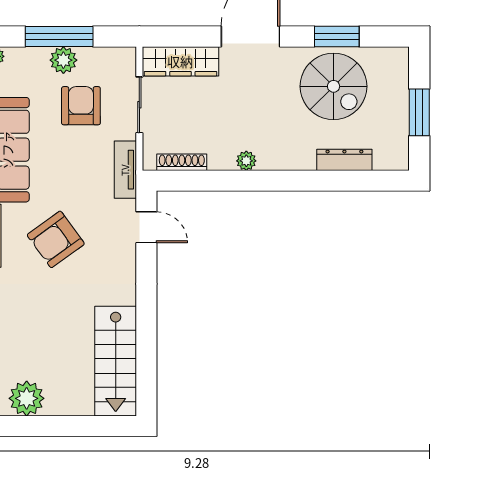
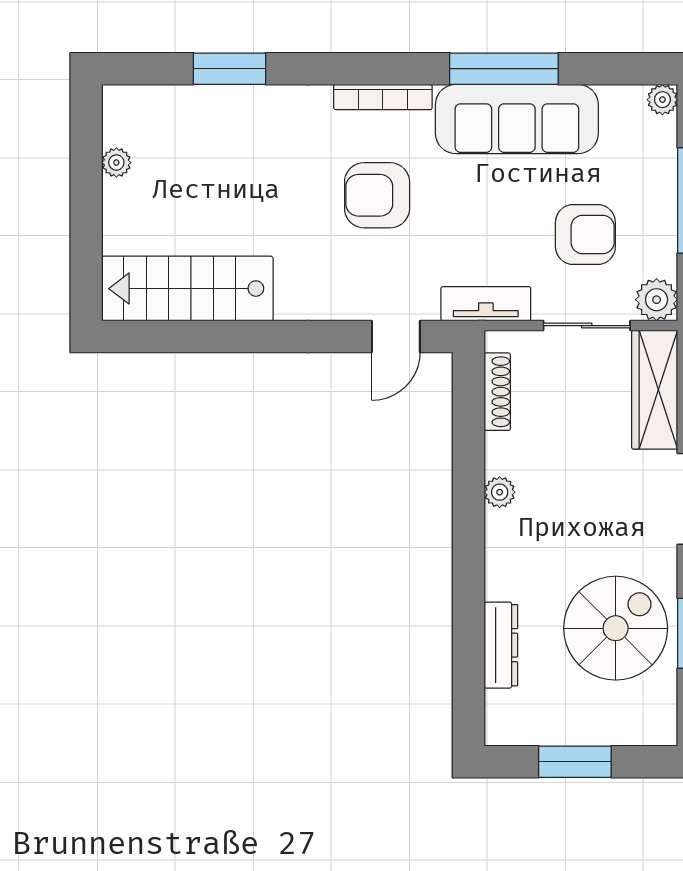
plant: (63, 60) -> (657, 300), moved
spiral stairs: (334, 86) -> (616, 628), turned 180
armchair: (56, 239) -> (377, 195), turned -54
plant: (27, 398) -> (116, 163), width x0.53, depth x0.53

